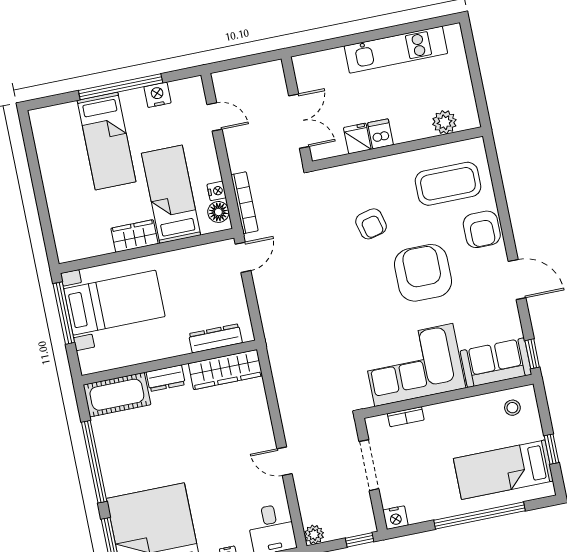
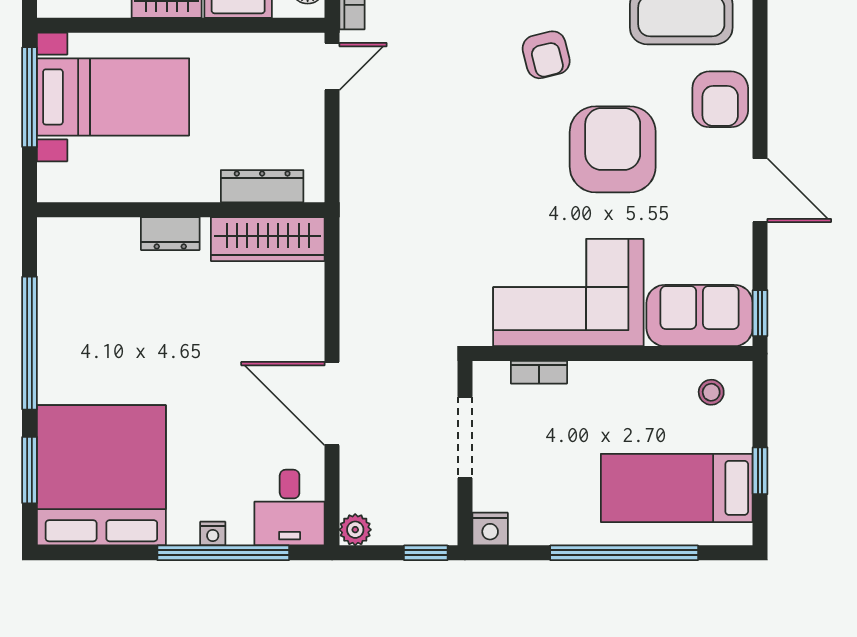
cot: (117, 395) -> (87, 244), removed
door: (285, 461) -> (332, 404), width x1.88

